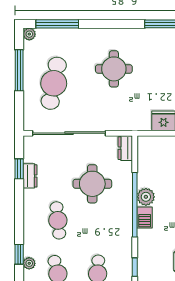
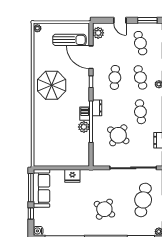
round table: (114, 69) -> (104, 209), turned 35
dresser: (125, 148) -> (97, 108), moved
round table: (92, 184) -> (118, 135), turned 36

